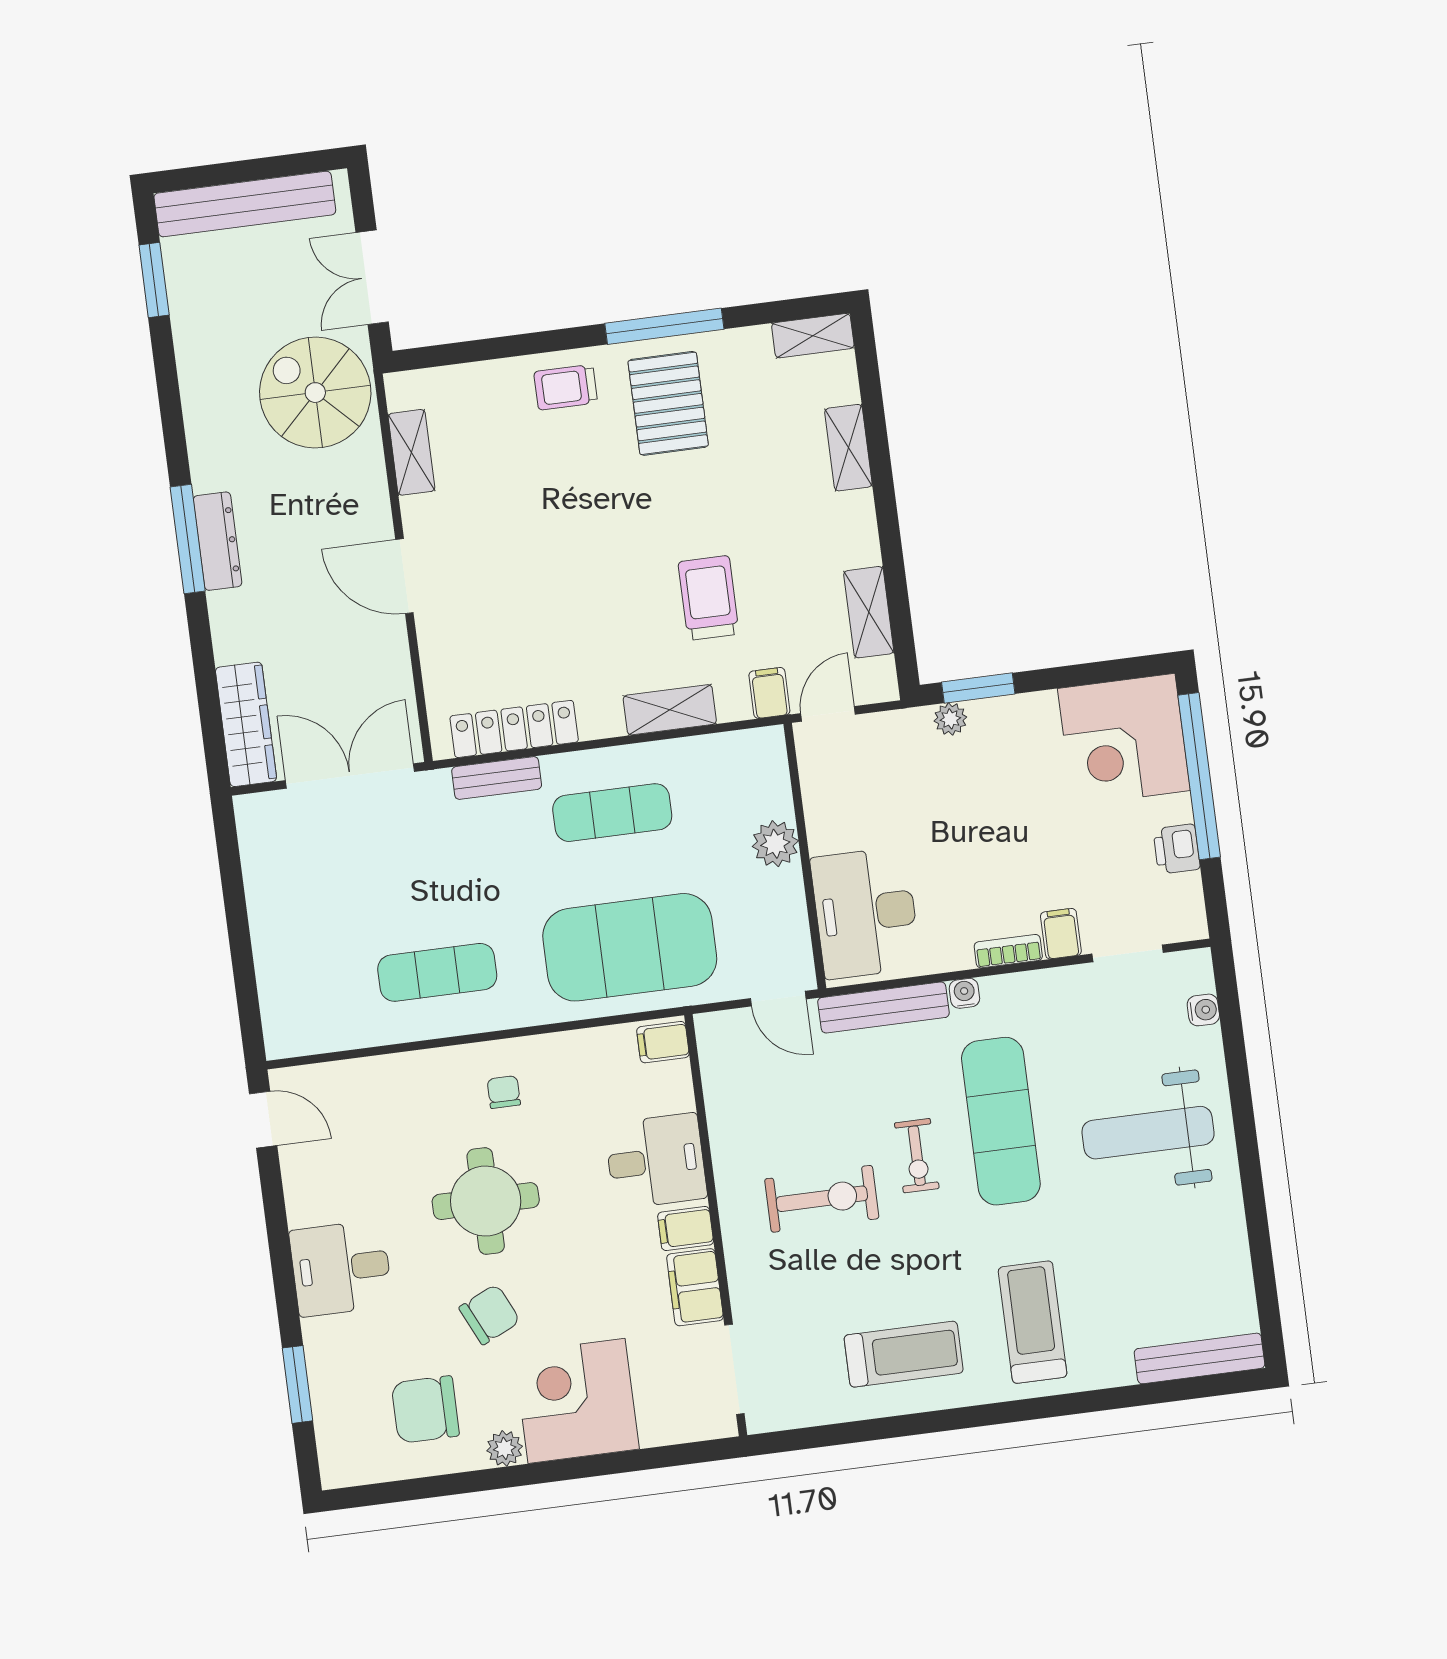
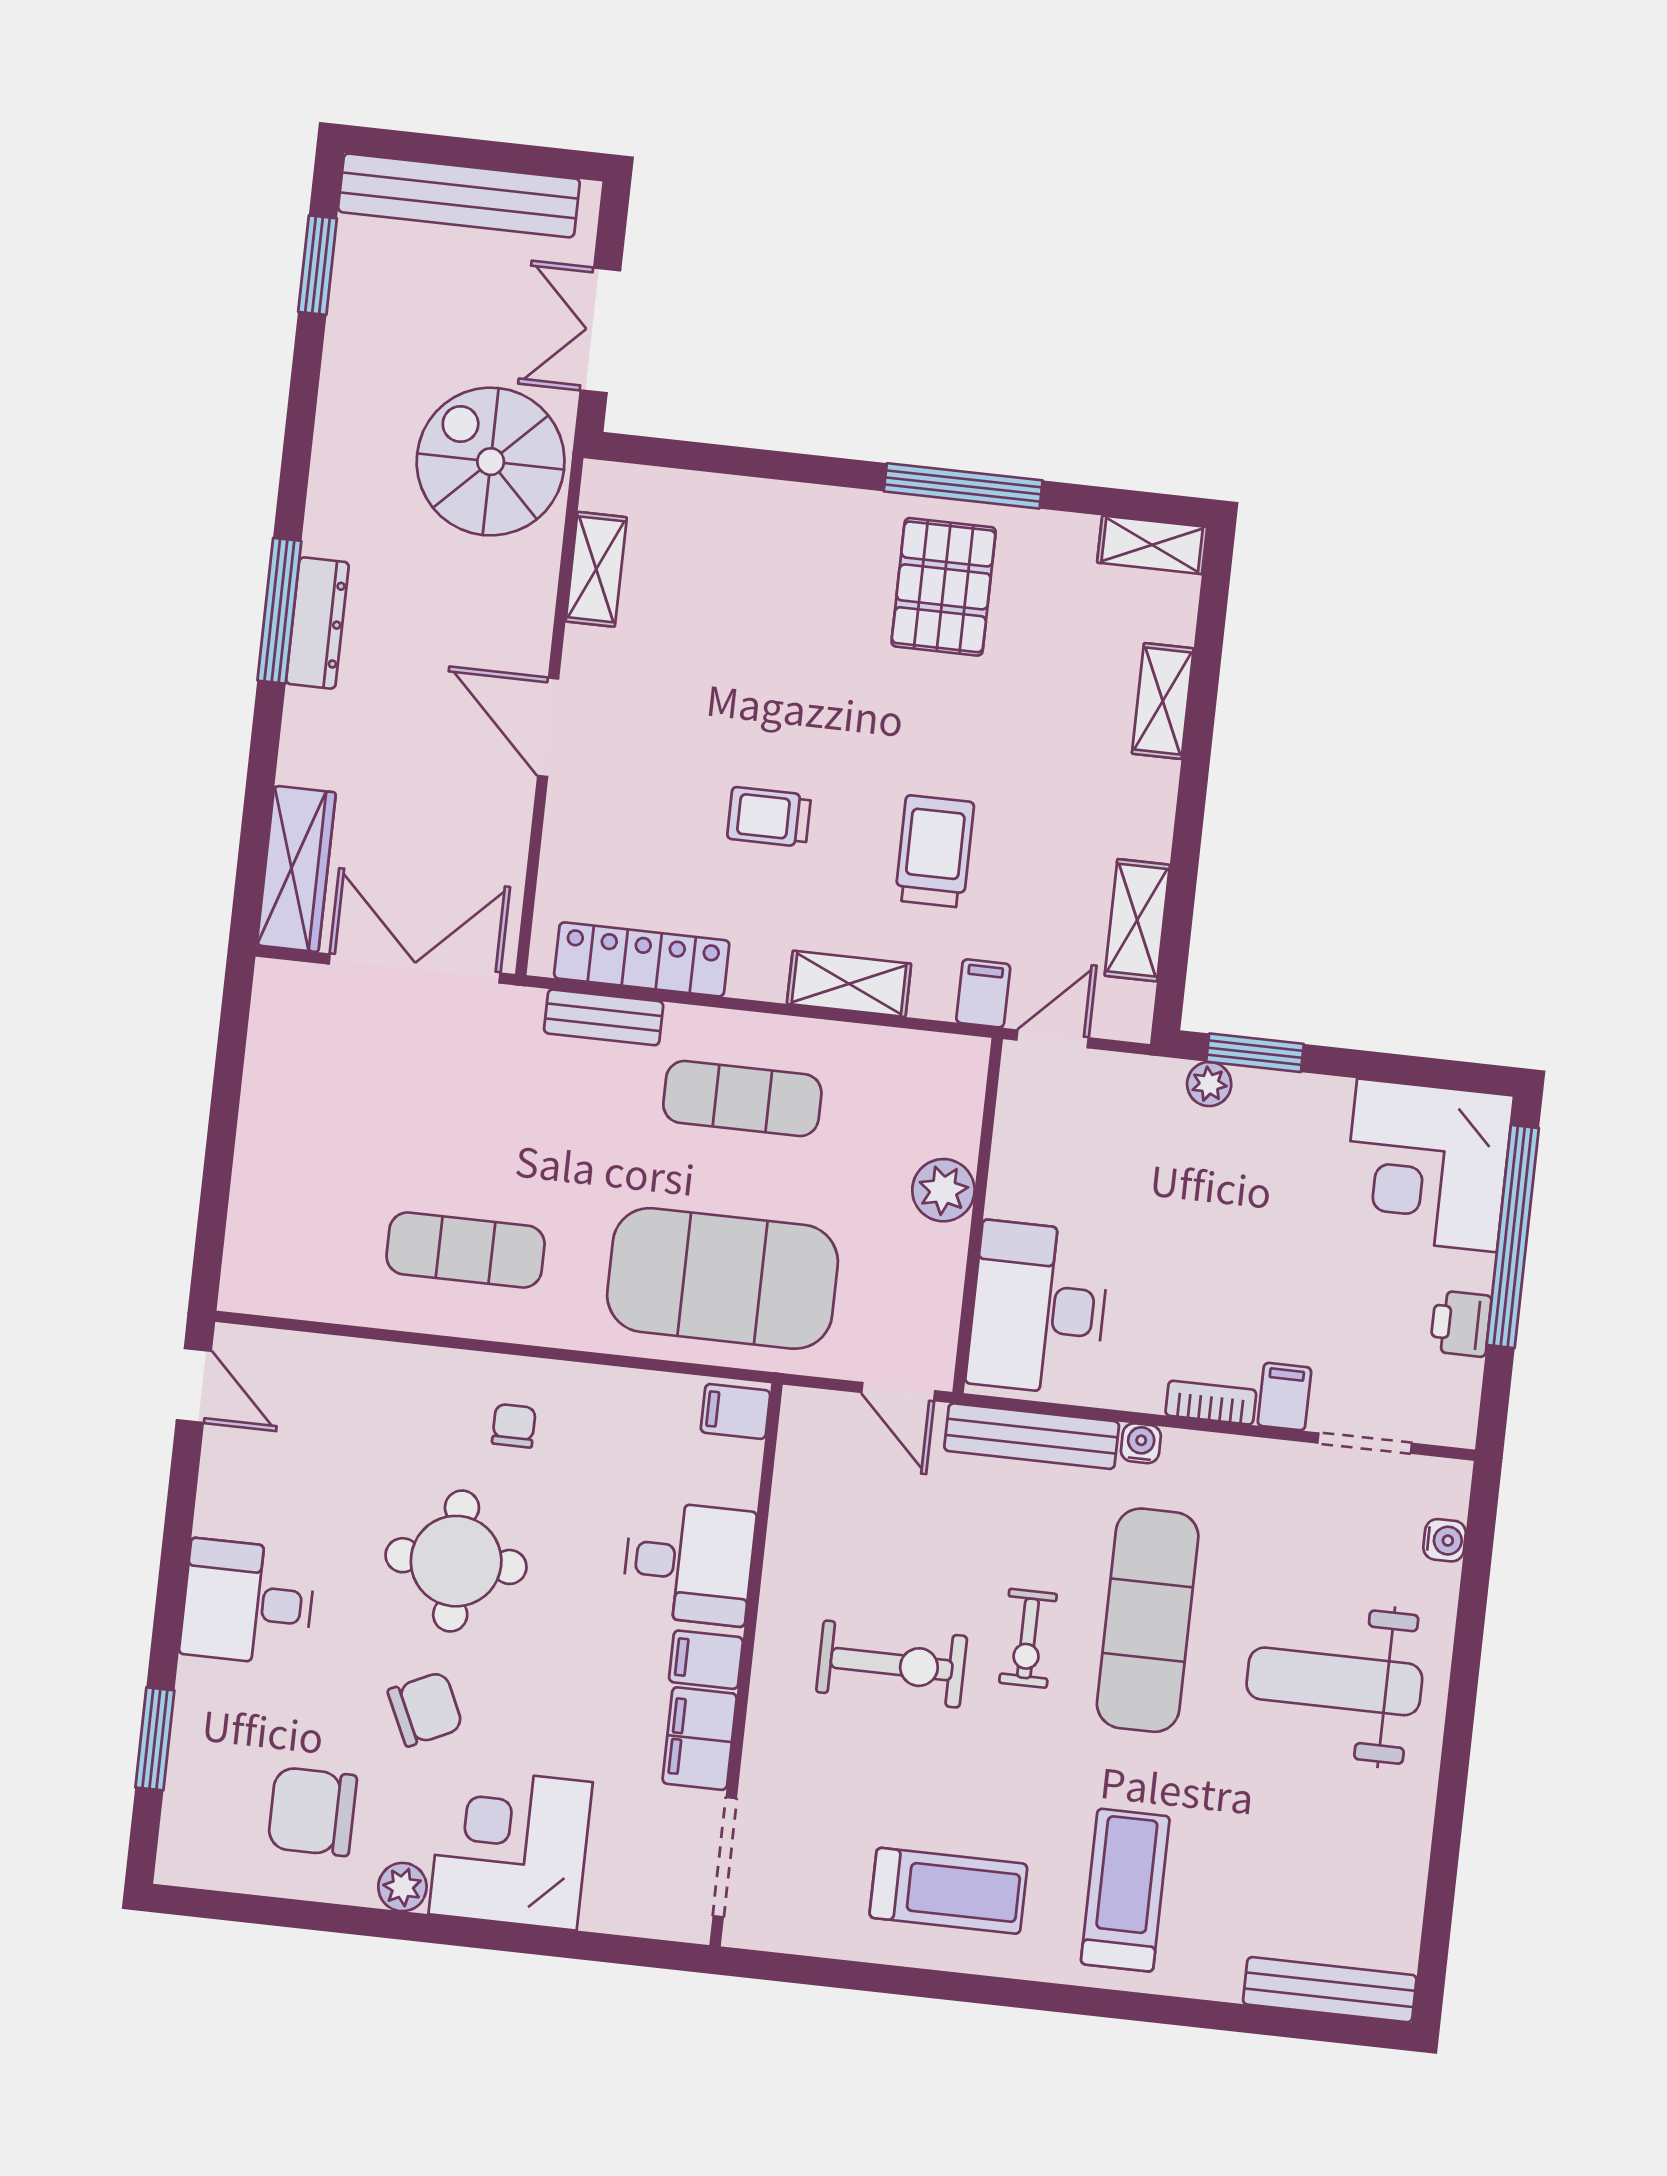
trolley: (566, 387) -> (769, 817), moved

